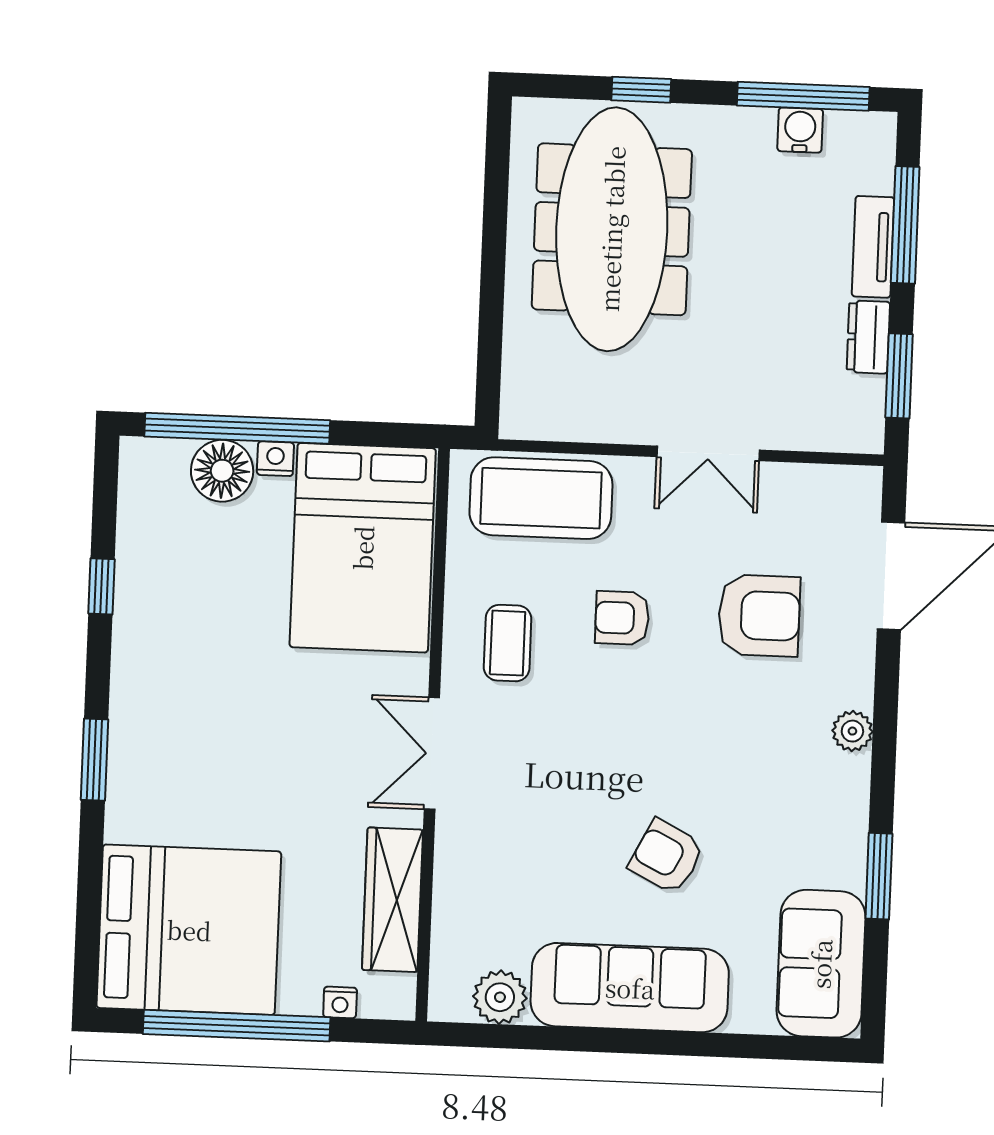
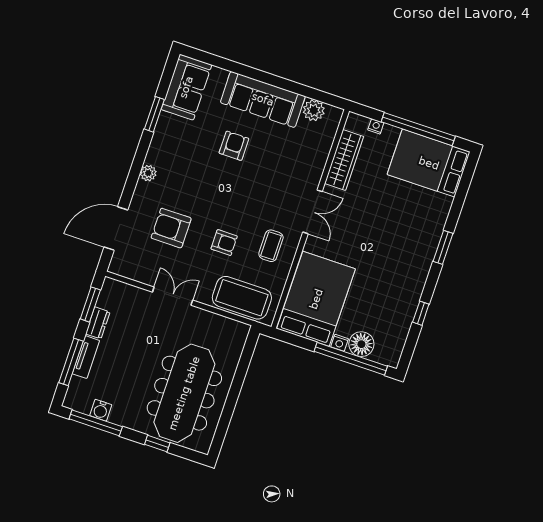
armchair: (666, 857) -> (234, 146), turned -117
bed: (189, 930) -> (429, 163), width x0.73

